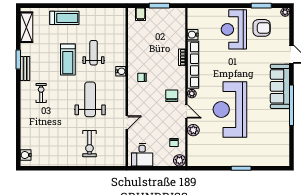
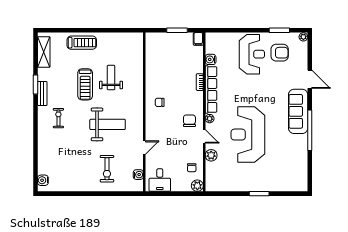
filing cabinet: (140, 14) -> (198, 39), moved
reception desk: (234, 29) -> (252, 54), turned 180
water cooler: (121, 71) -> (138, 175), moved
weight bench: (90, 99) -> (108, 124), turned 90

